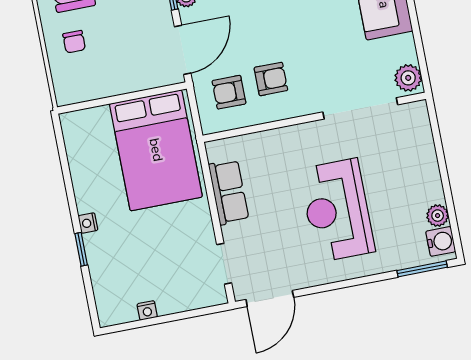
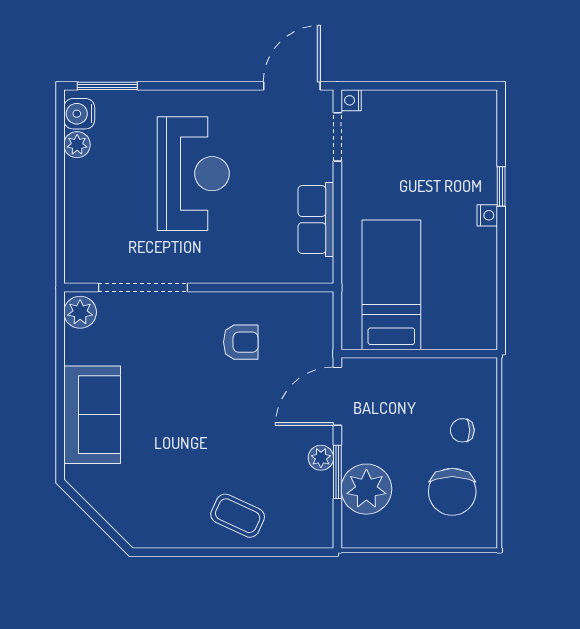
chair: (74, 42) -> (462, 430), turned -90
armchair: (271, 79) -> (241, 342), turned 180
armchair: (229, 92) -> (293, 336), removed
bed: (156, 150) -> (391, 285), width x0.67
nightstand: (147, 310) -> (351, 100), moved, turned -90

